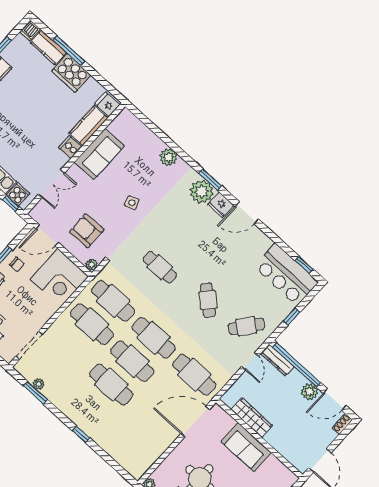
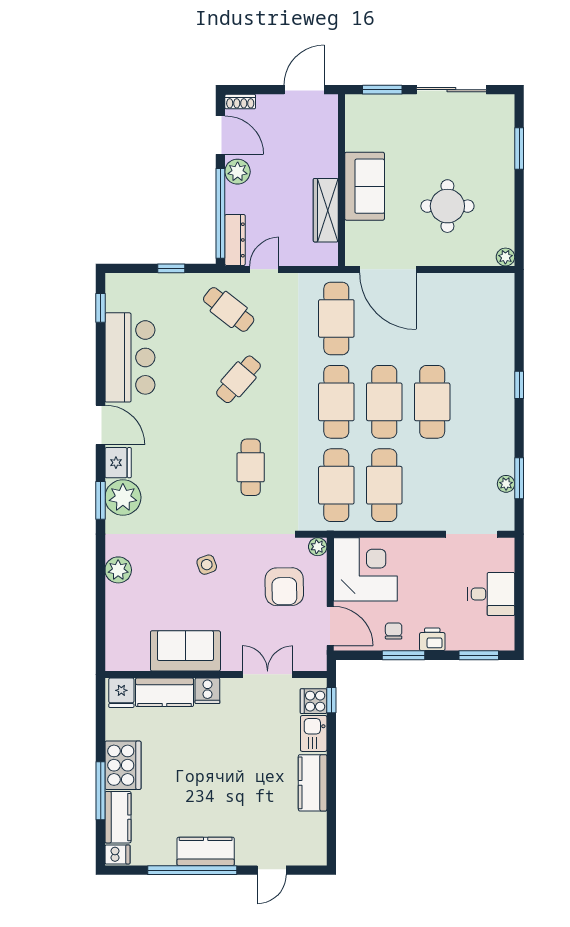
bar counter: (286, 275) -> (130, 357), moved

